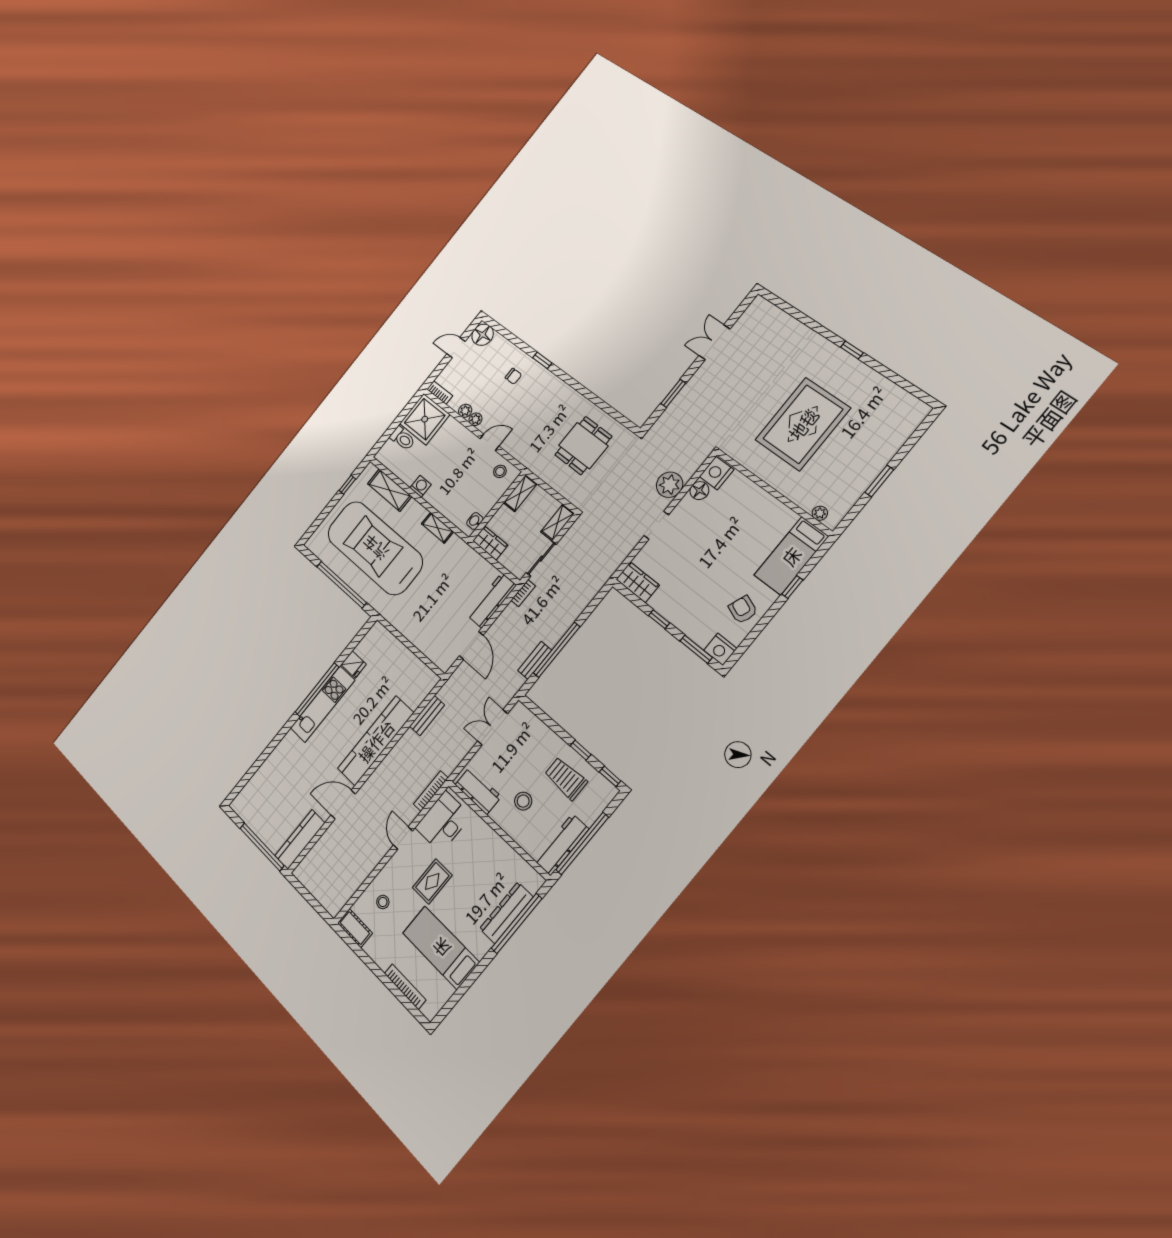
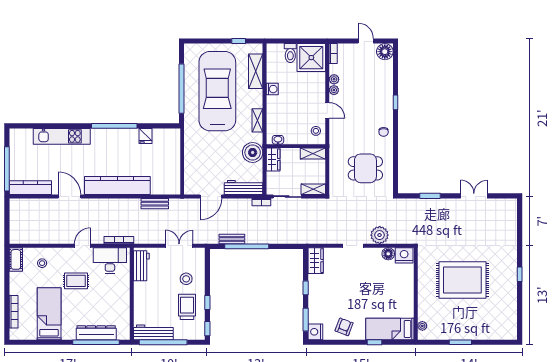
chair: (513, 376) -> (384, 132), moved
boiler: (465, 560) -> (253, 153), added
kitchen unit: (323, 704) -> (62, 136), moved
stool: (523, 801) -> (186, 279), moved

